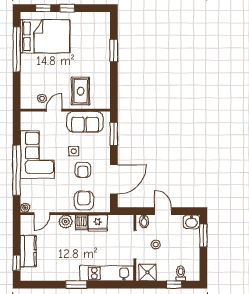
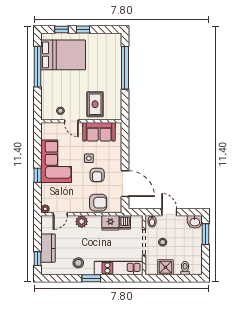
window: (114, 51) -> (125, 68), width x2.11
door: (54, 110) -> (71, 121), swing flipped
window: (114, 134) -> (125, 143), removed
window: (17, 170) -> (38, 175), width x0.32
door: (114, 179) -> (125, 184), hinge flipped
armchair: (84, 201) -> (98, 203), turned 90
dishwasher: (81, 222) -> (125, 222), moved
stool: (62, 268) -> (78, 263), added
shower: (147, 272) -> (165, 267), moved
window: (174, 285) -> (179, 278), removed

